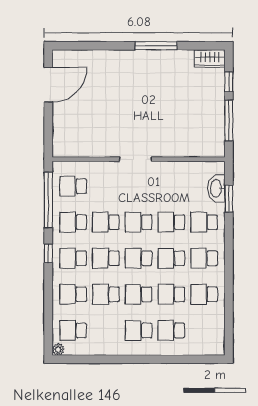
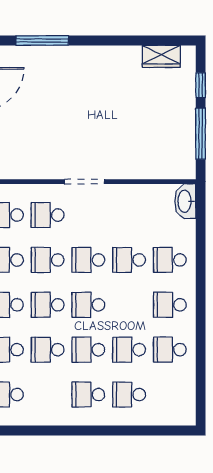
window: (156, 46) -> (42, 41), moved
wardrobe: (210, 58) -> (161, 56), moved
washbasin: (216, 188) -> (185, 201), moved
window: (229, 199) -> (201, 231), removed
school desk: (171, 258) -> (48, 215), moved

